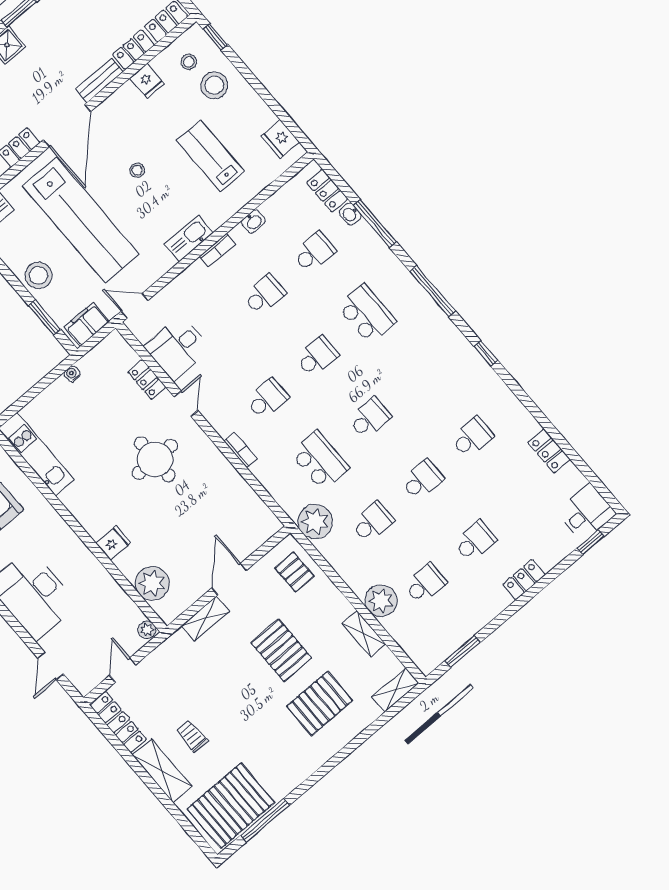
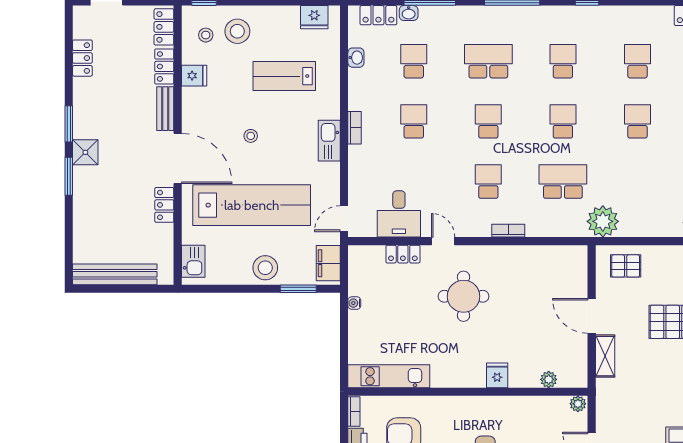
washbasin: (253, 221) -> (356, 58), moved
school desk: (373, 522) -> (563, 61), moved
plant: (152, 583) -> (549, 379), width x0.53, depth x0.53

